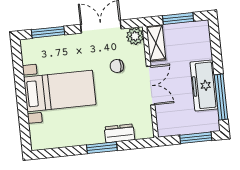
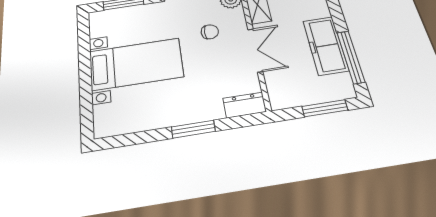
chair: (117, 66) -> (210, 32), turned 180
dresser: (119, 133) -> (245, 105), moved

